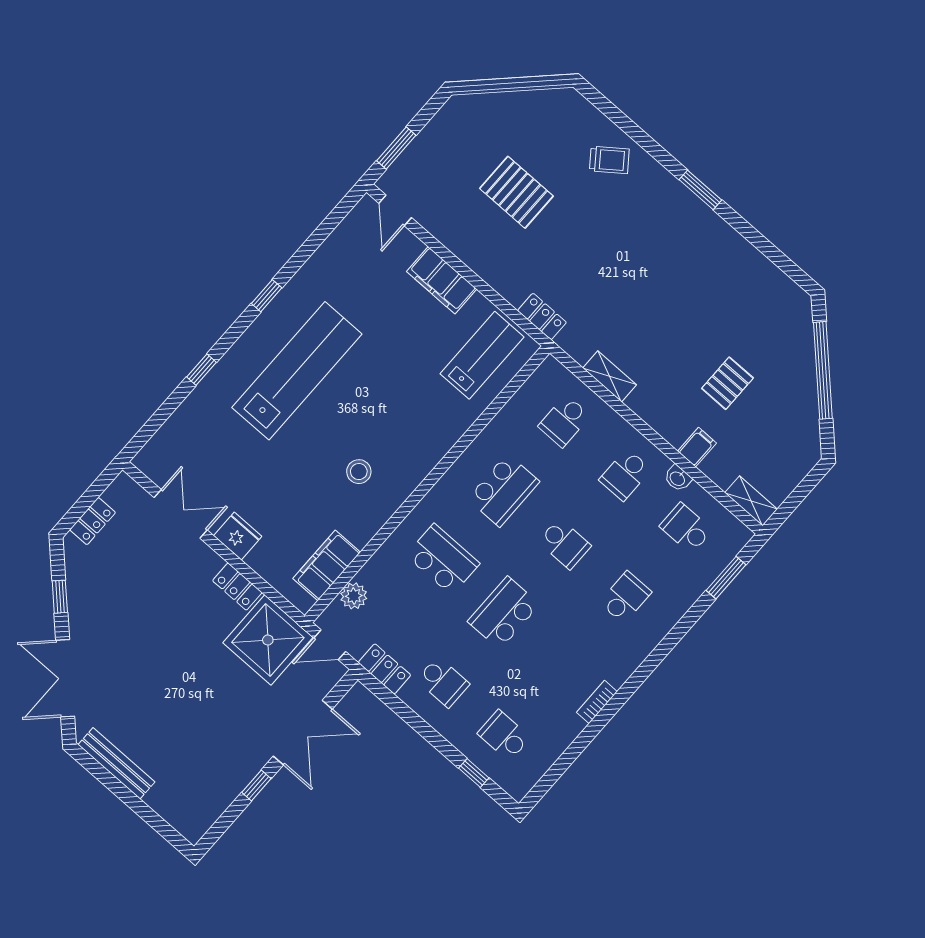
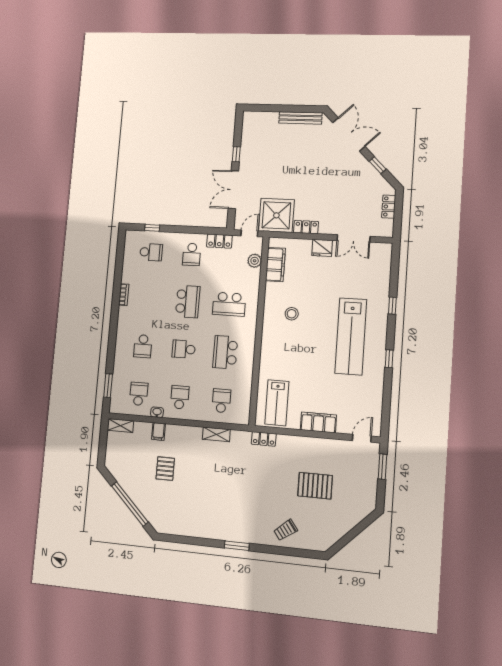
door: (395, 210) -> (362, 438), hinge flipped
school desk: (686, 528) -> (139, 394), turned -90
school desk: (443, 682) -> (192, 254), turned -90

